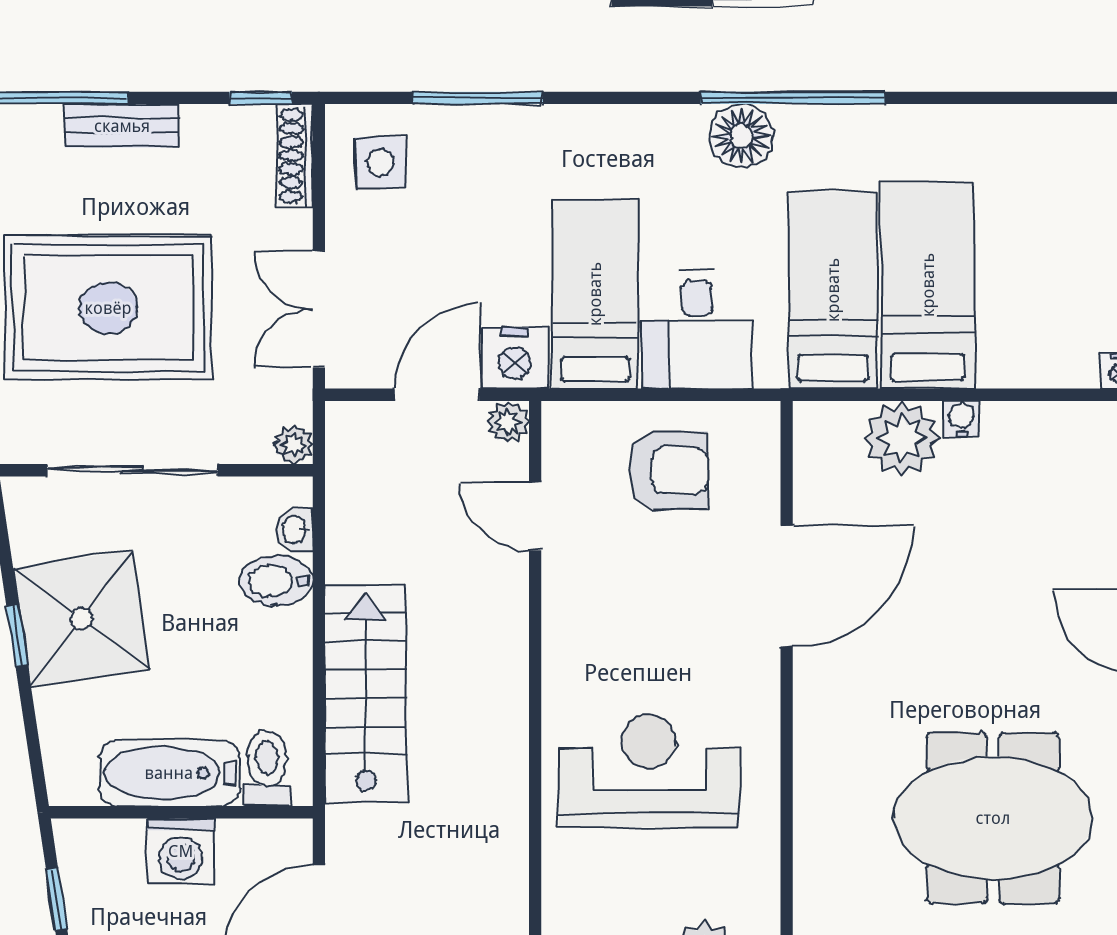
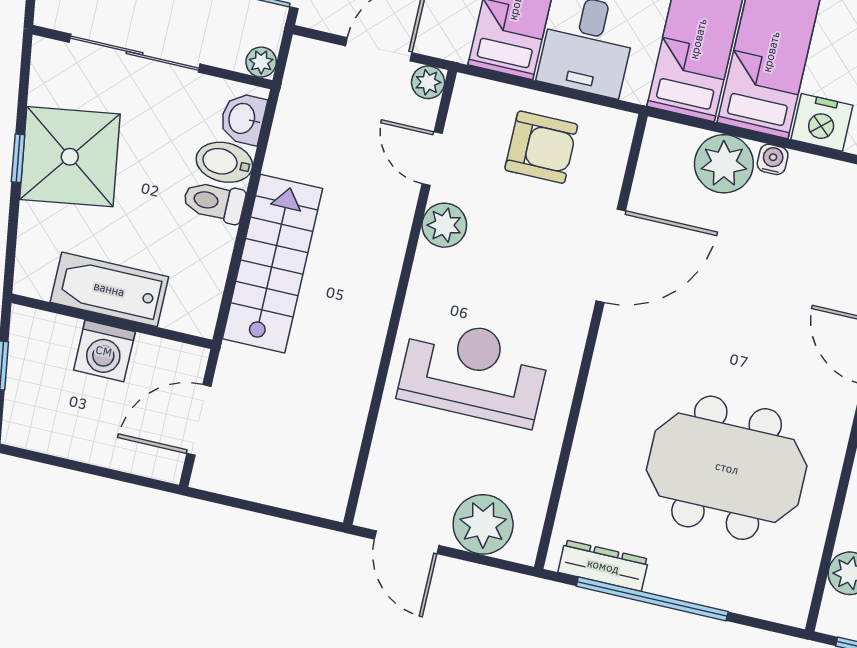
nightstand: (515, 358) -> (822, 122), moved
washbasin: (295, 529) -> (243, 119), width x1.38, depth x1.45
plant: (570, 596) -> (444, 225), added
toilet: (267, 768) -> (214, 202), moved, turned -90

